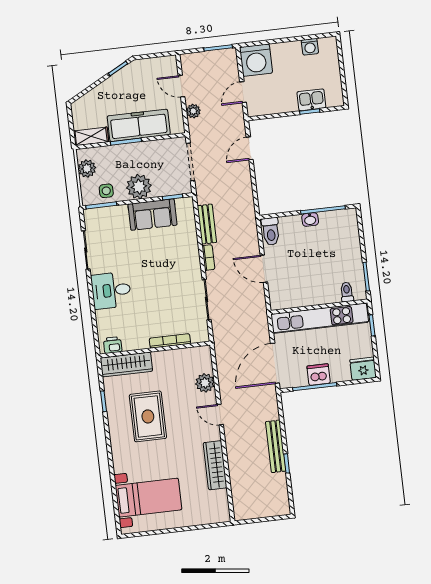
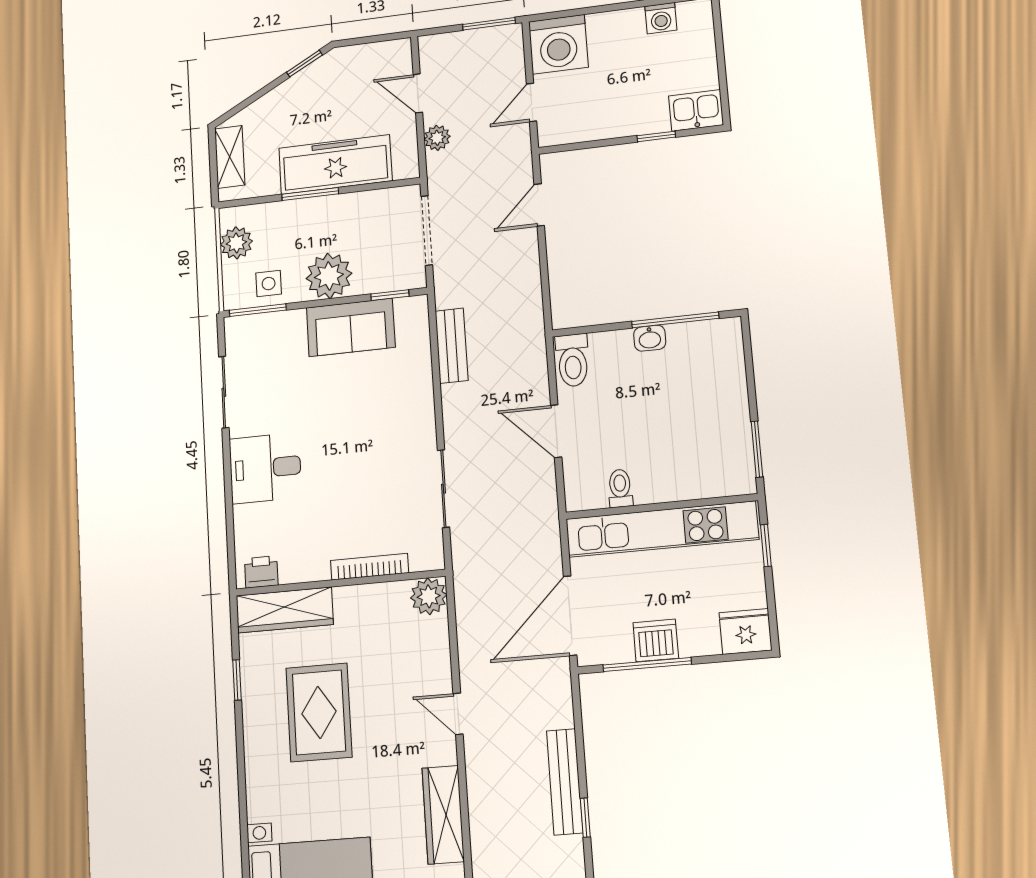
kitchen sink: (311, 100) -> (696, 110), moved
shelving: (91, 136) -> (230, 157), moved, turned 90
bookcase: (208, 258) -> (451, 409), removed
toilet: (347, 292) -> (620, 488), moved
plant: (205, 383) -> (429, 596), moved

